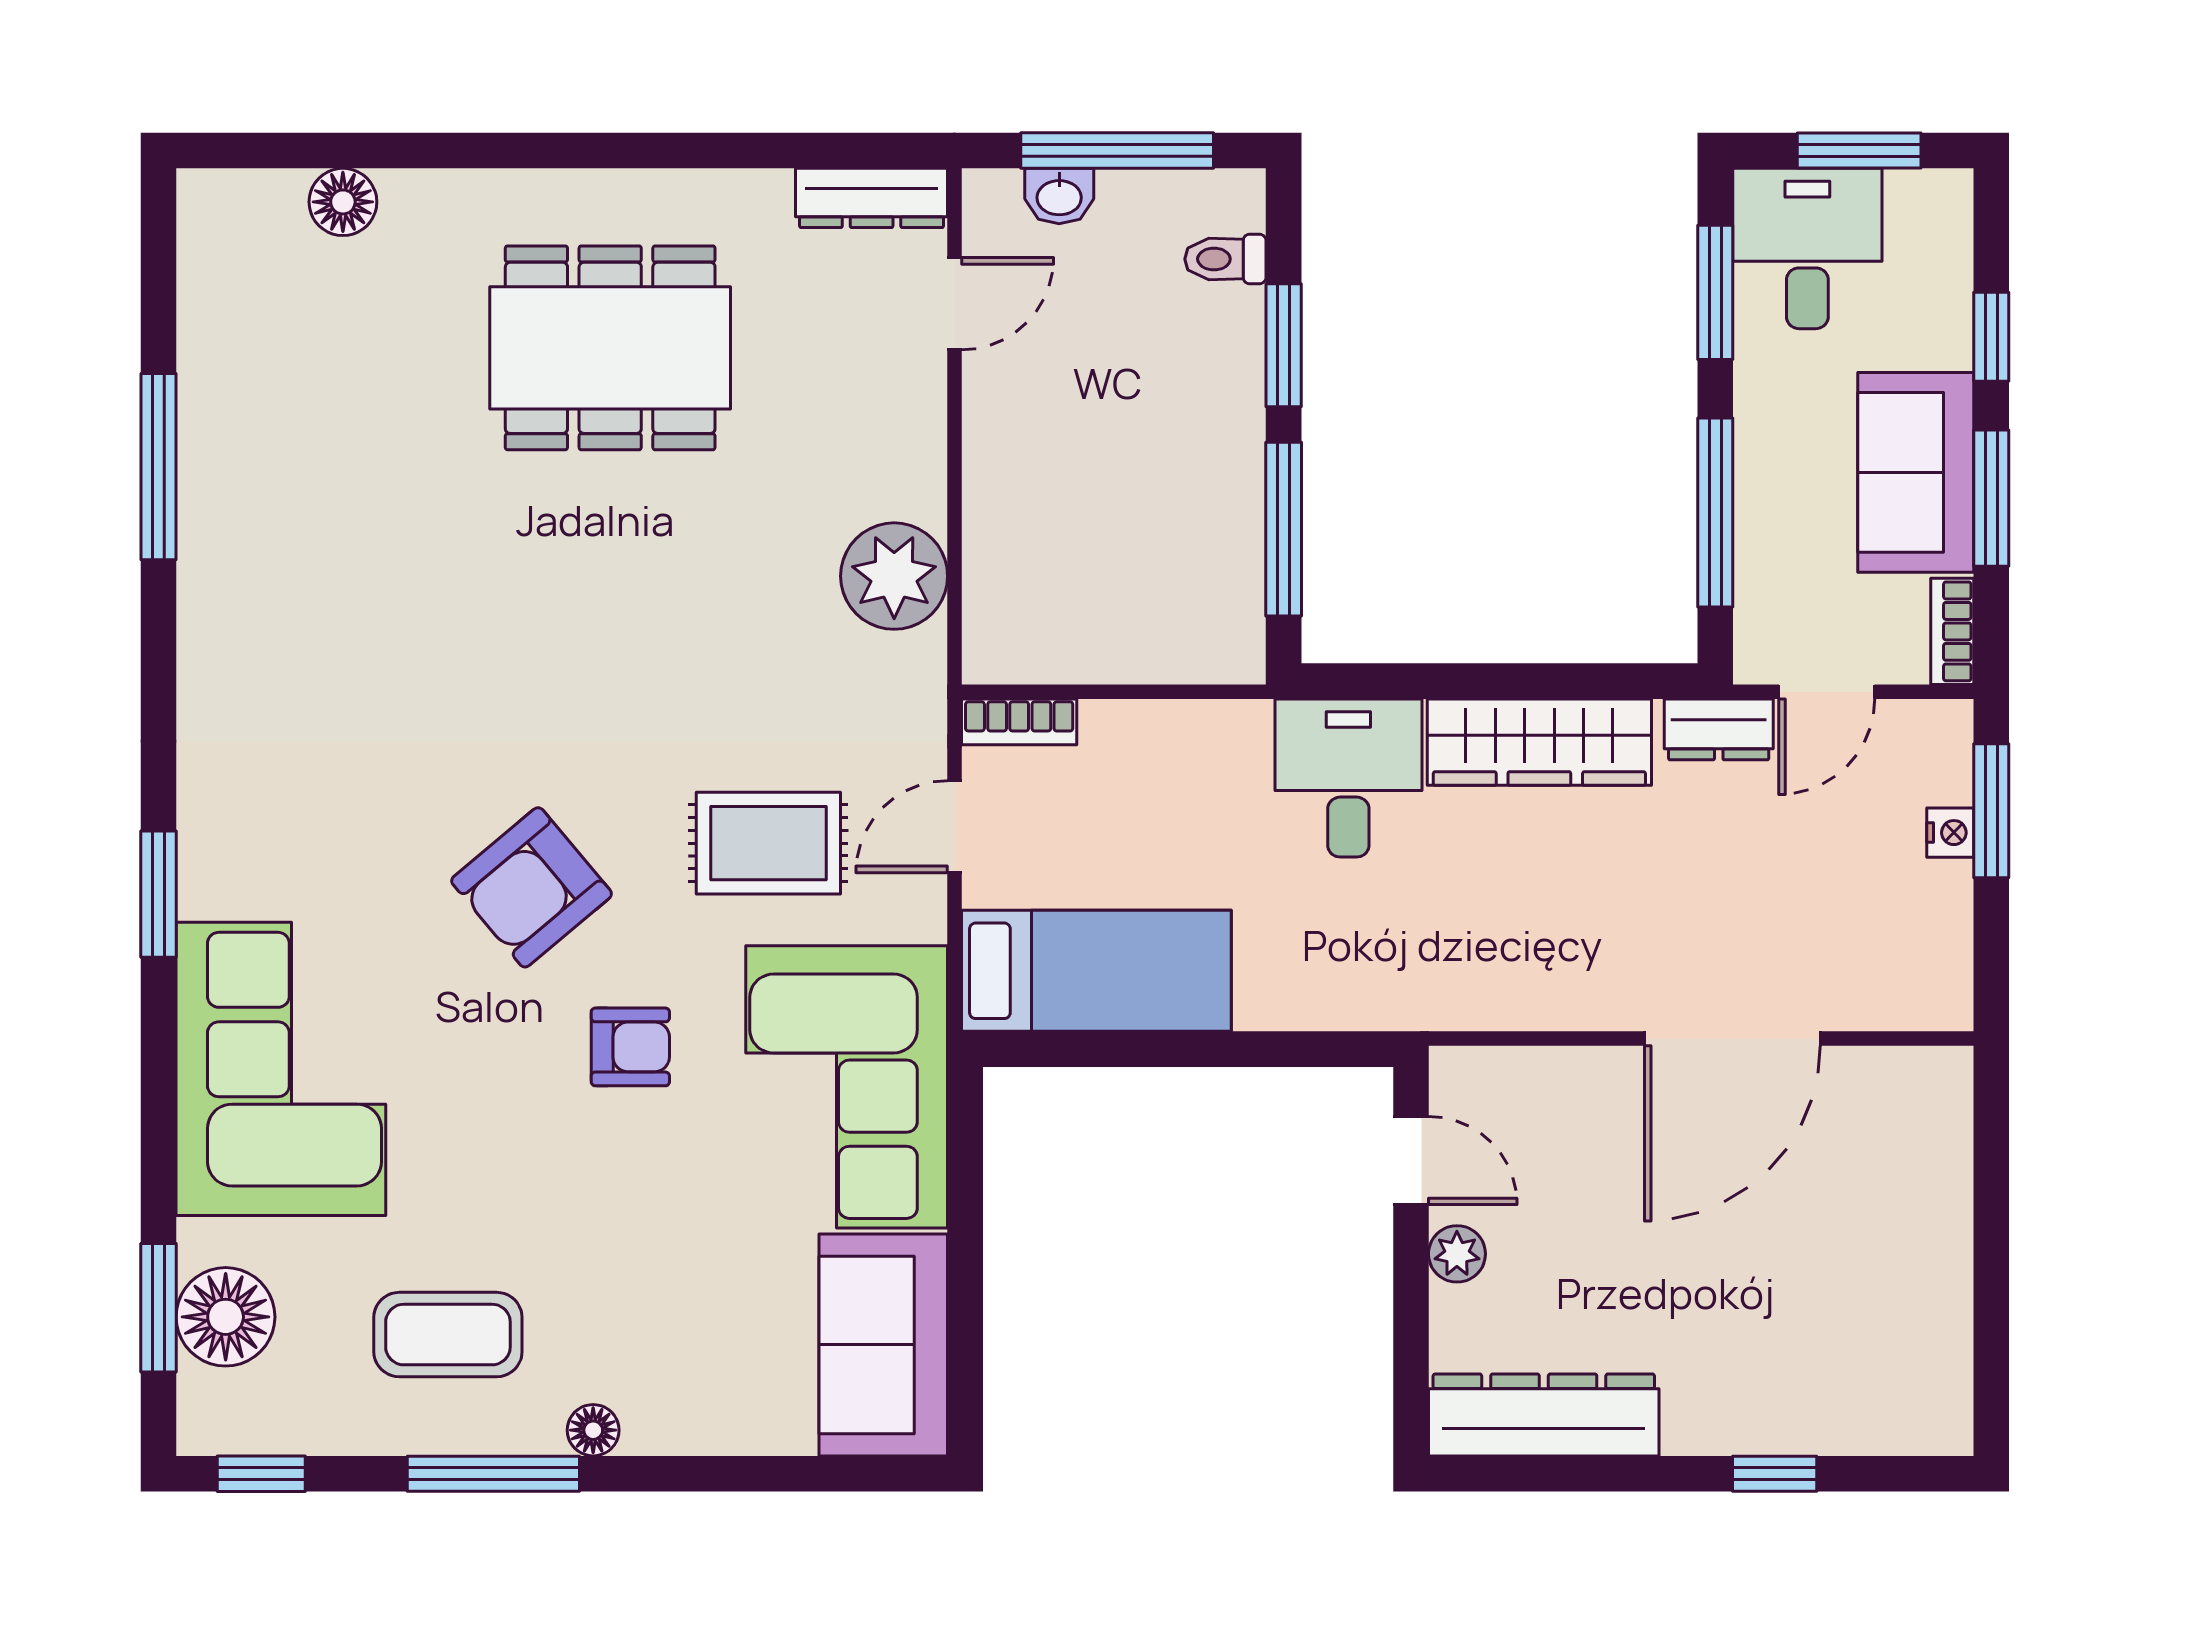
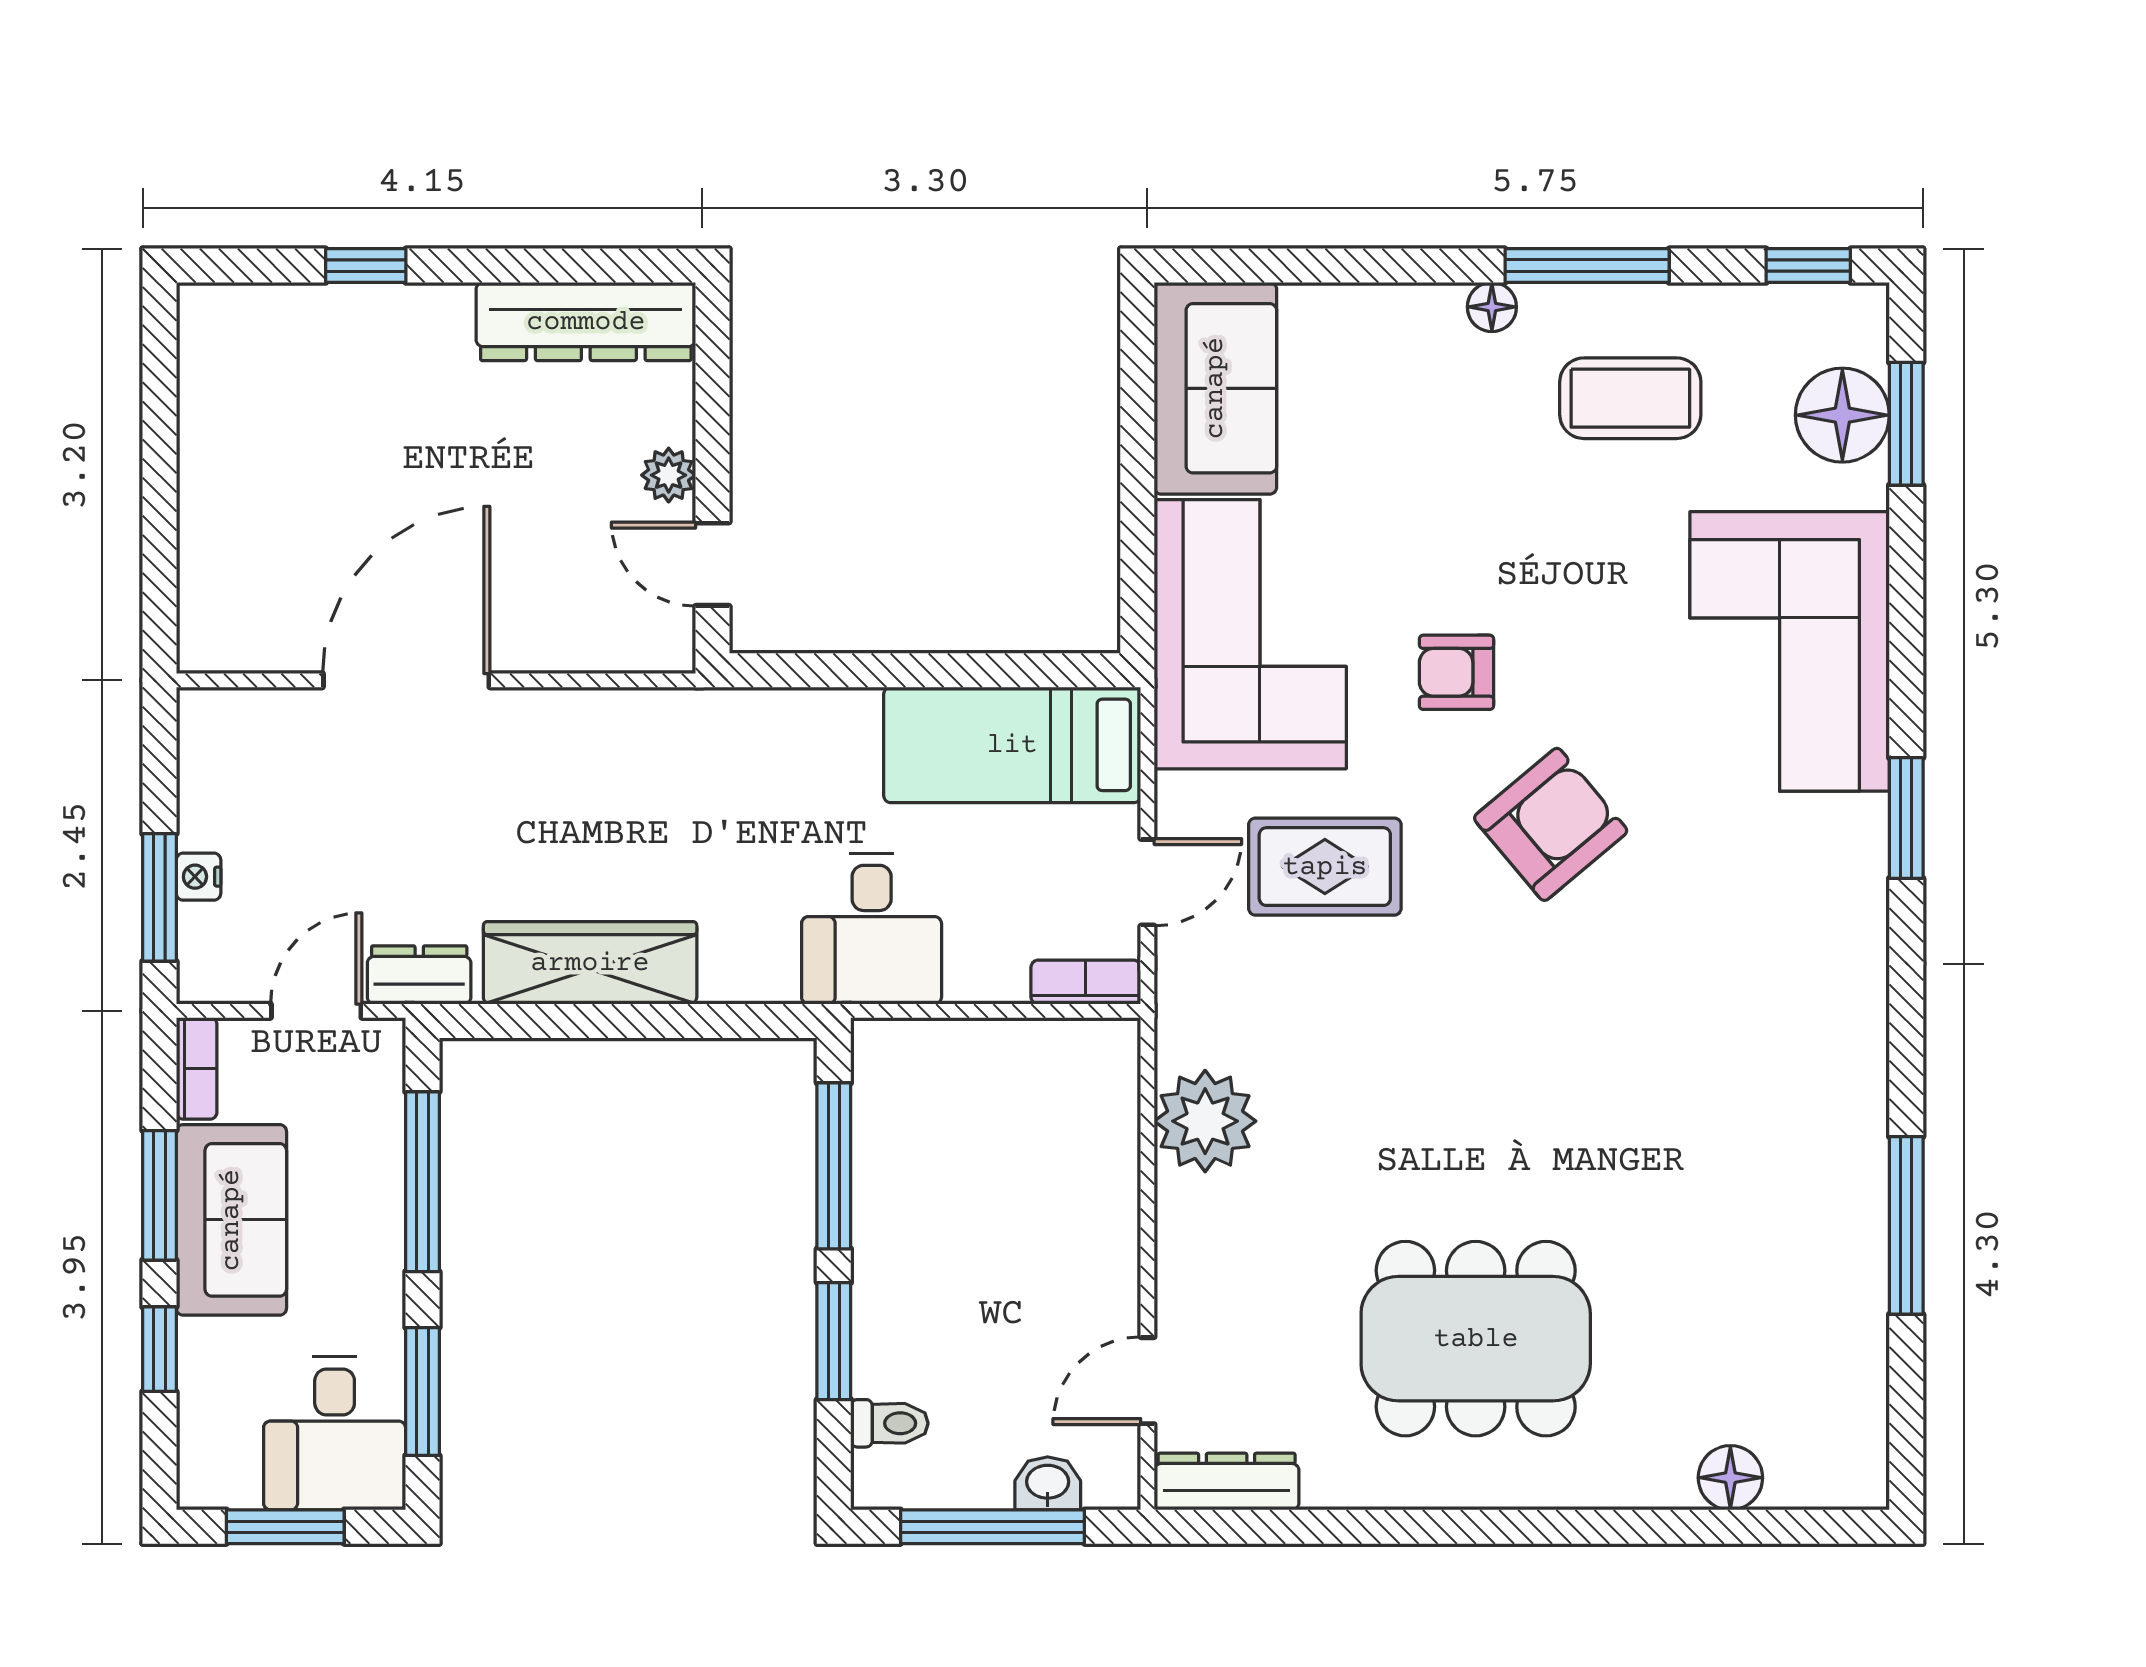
desk: (1348, 778) -> (872, 929), moved

